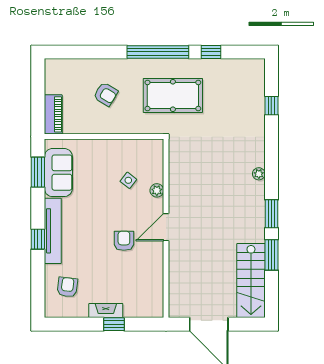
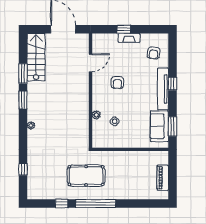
armchair: (106, 94) -> (129, 176), removed
piano: (53, 114) -> (163, 178), moved
door: (166, 227) -> (90, 63), moved

